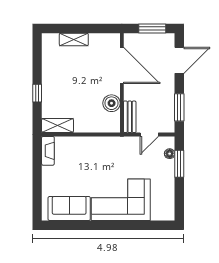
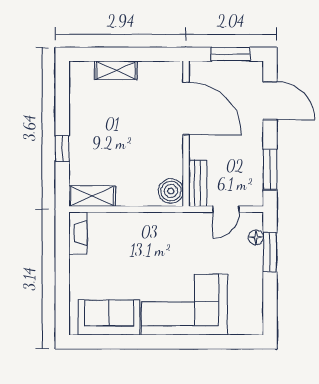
door: (179, 60) -> (270, 101), hinge flipped
boiler: (112, 103) -> (171, 191), moved

